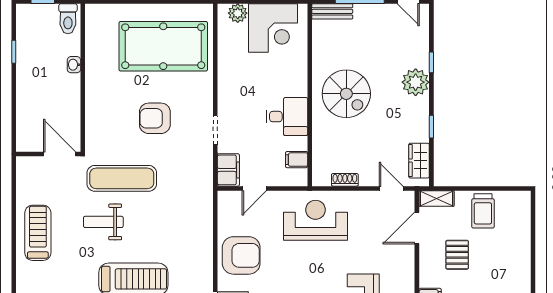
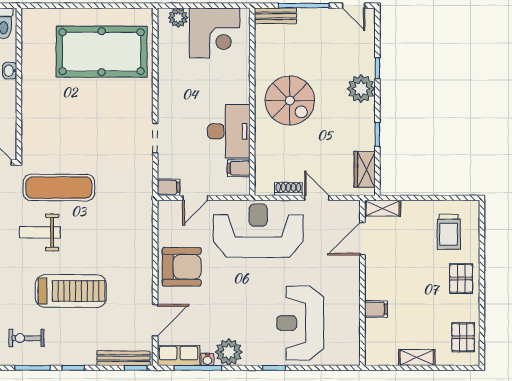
desk: (287, 117) -> (229, 131), width x1.37
armchair: (155, 118) -> (93, 126), removed
filing cabinet: (228, 170) -> (169, 187), width x0.50
door: (391, 188) -> (317, 198), moved
trolley: (483, 211) -> (449, 232), moved
reception desk: (315, 220) -> (258, 231), width x1.36, depth x1.30
pallet: (457, 255) -> (461, 279), moved

